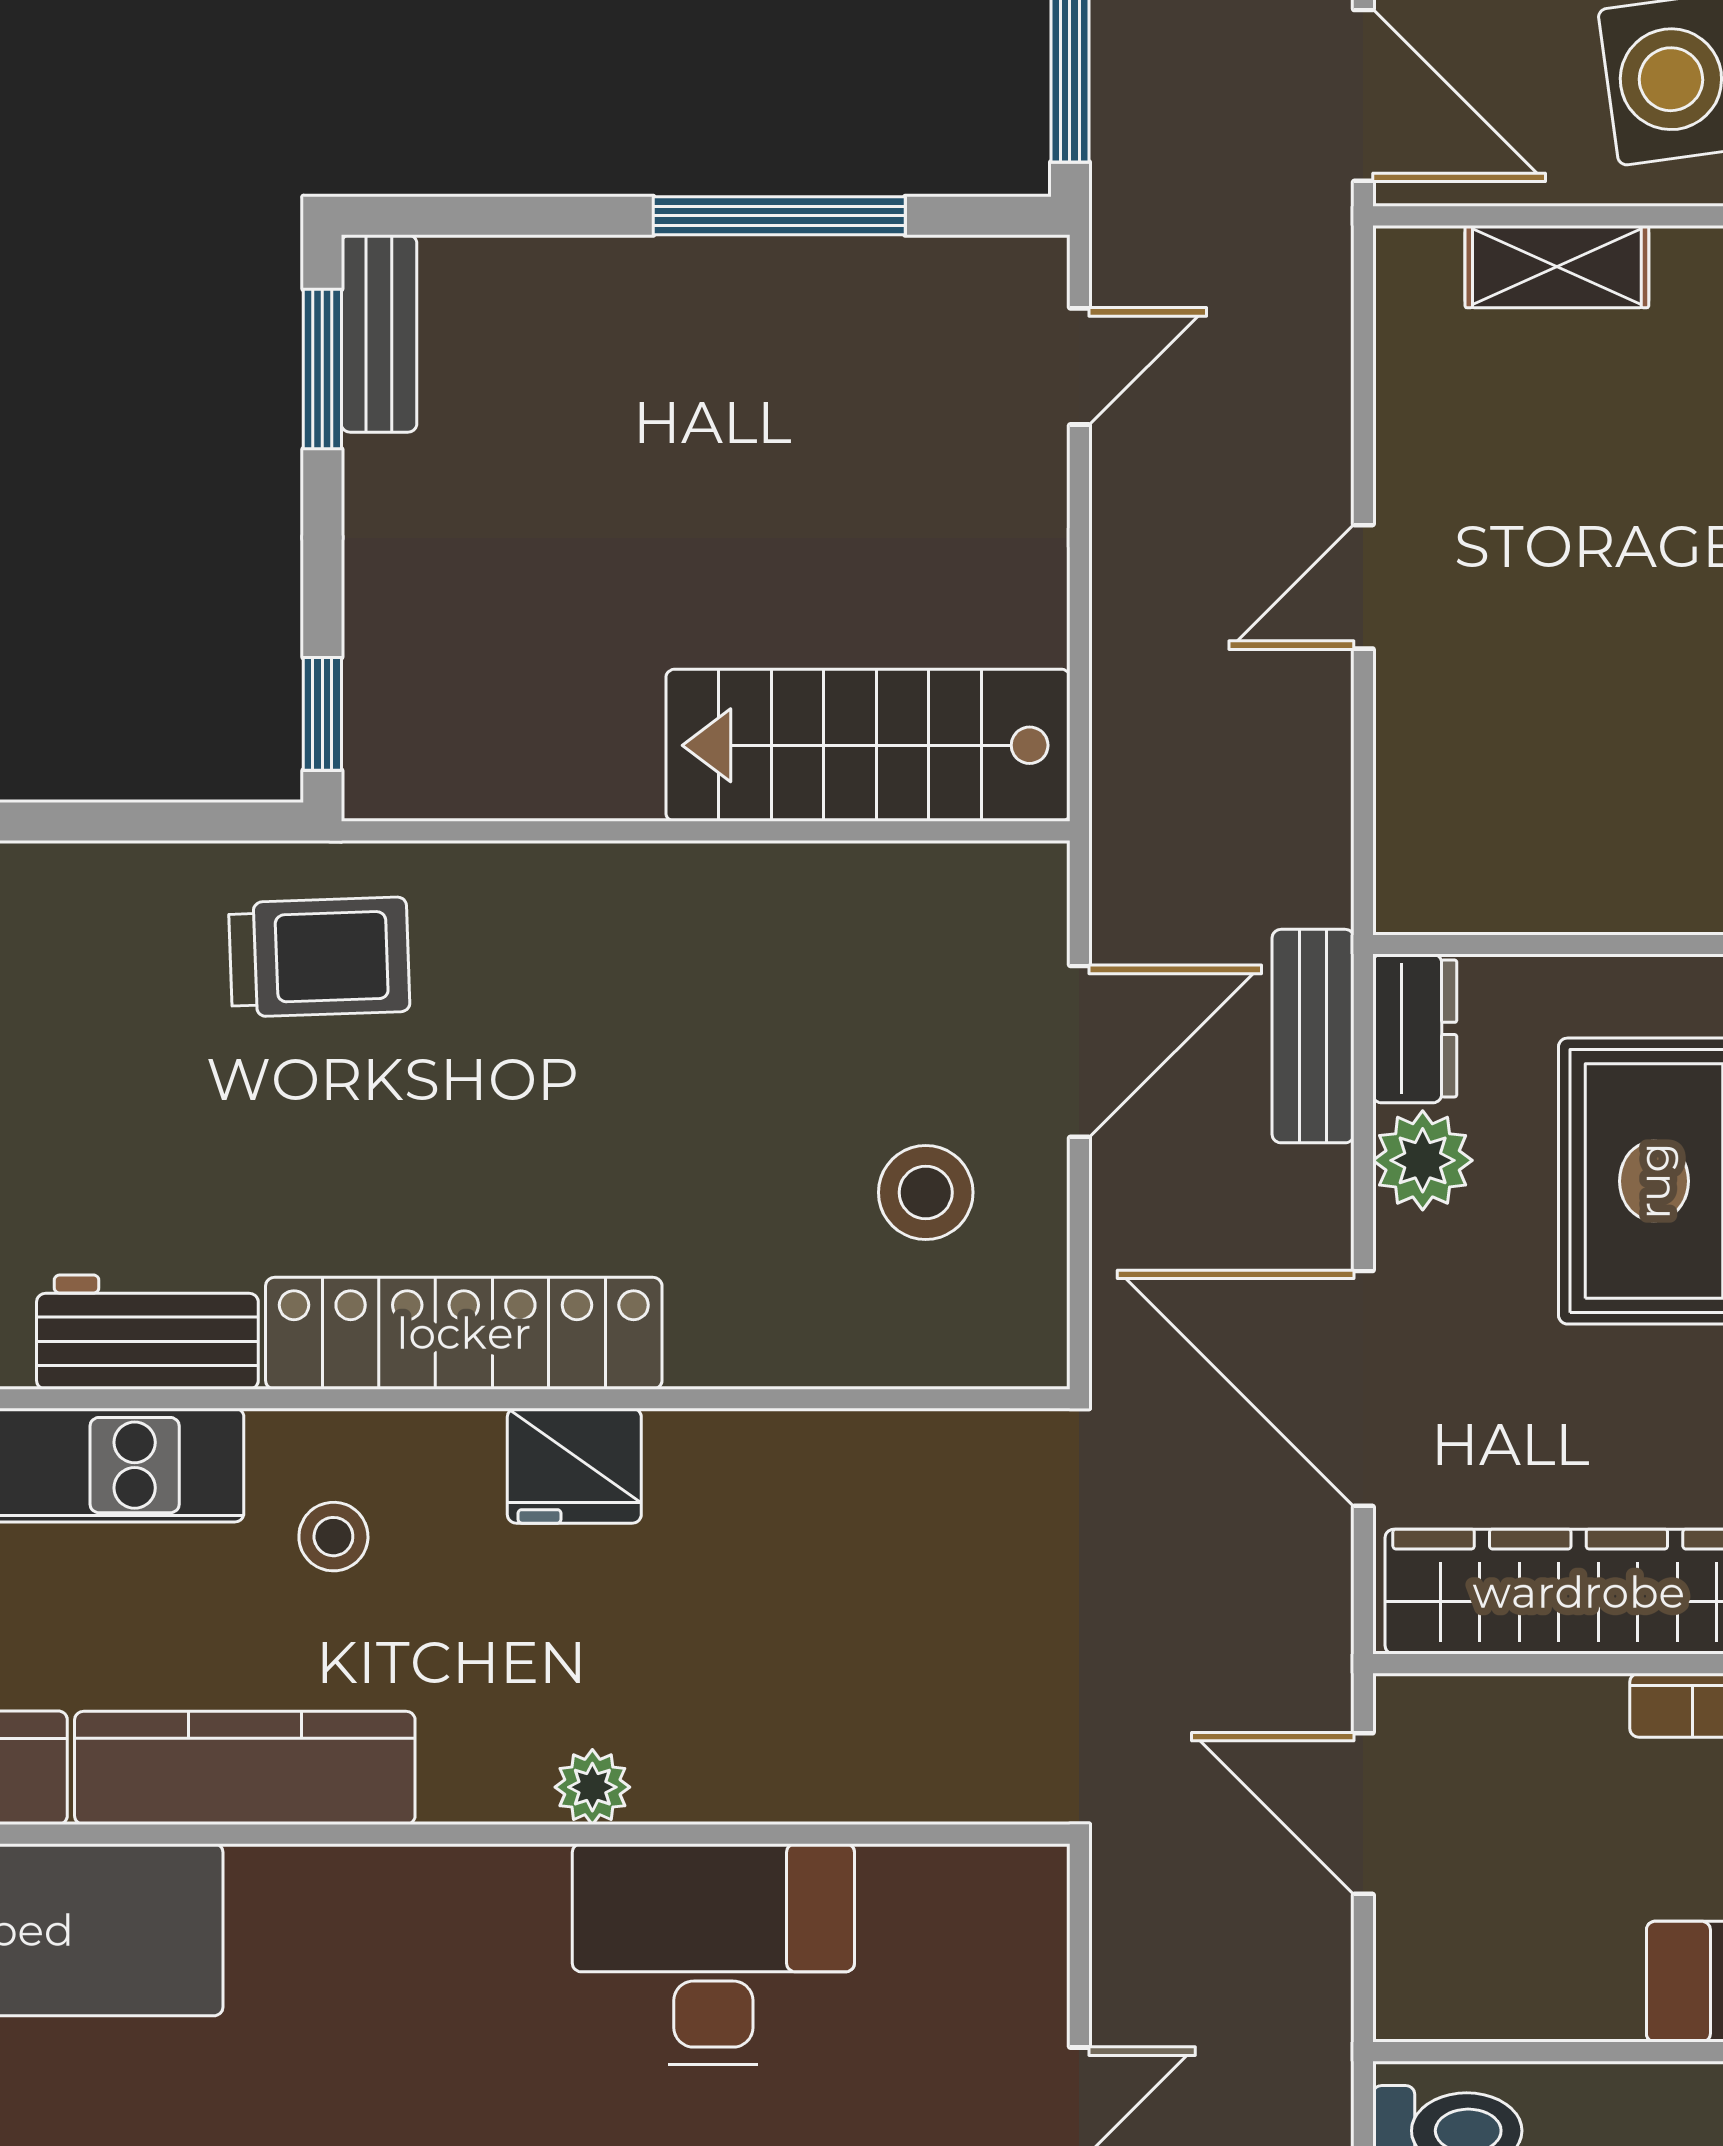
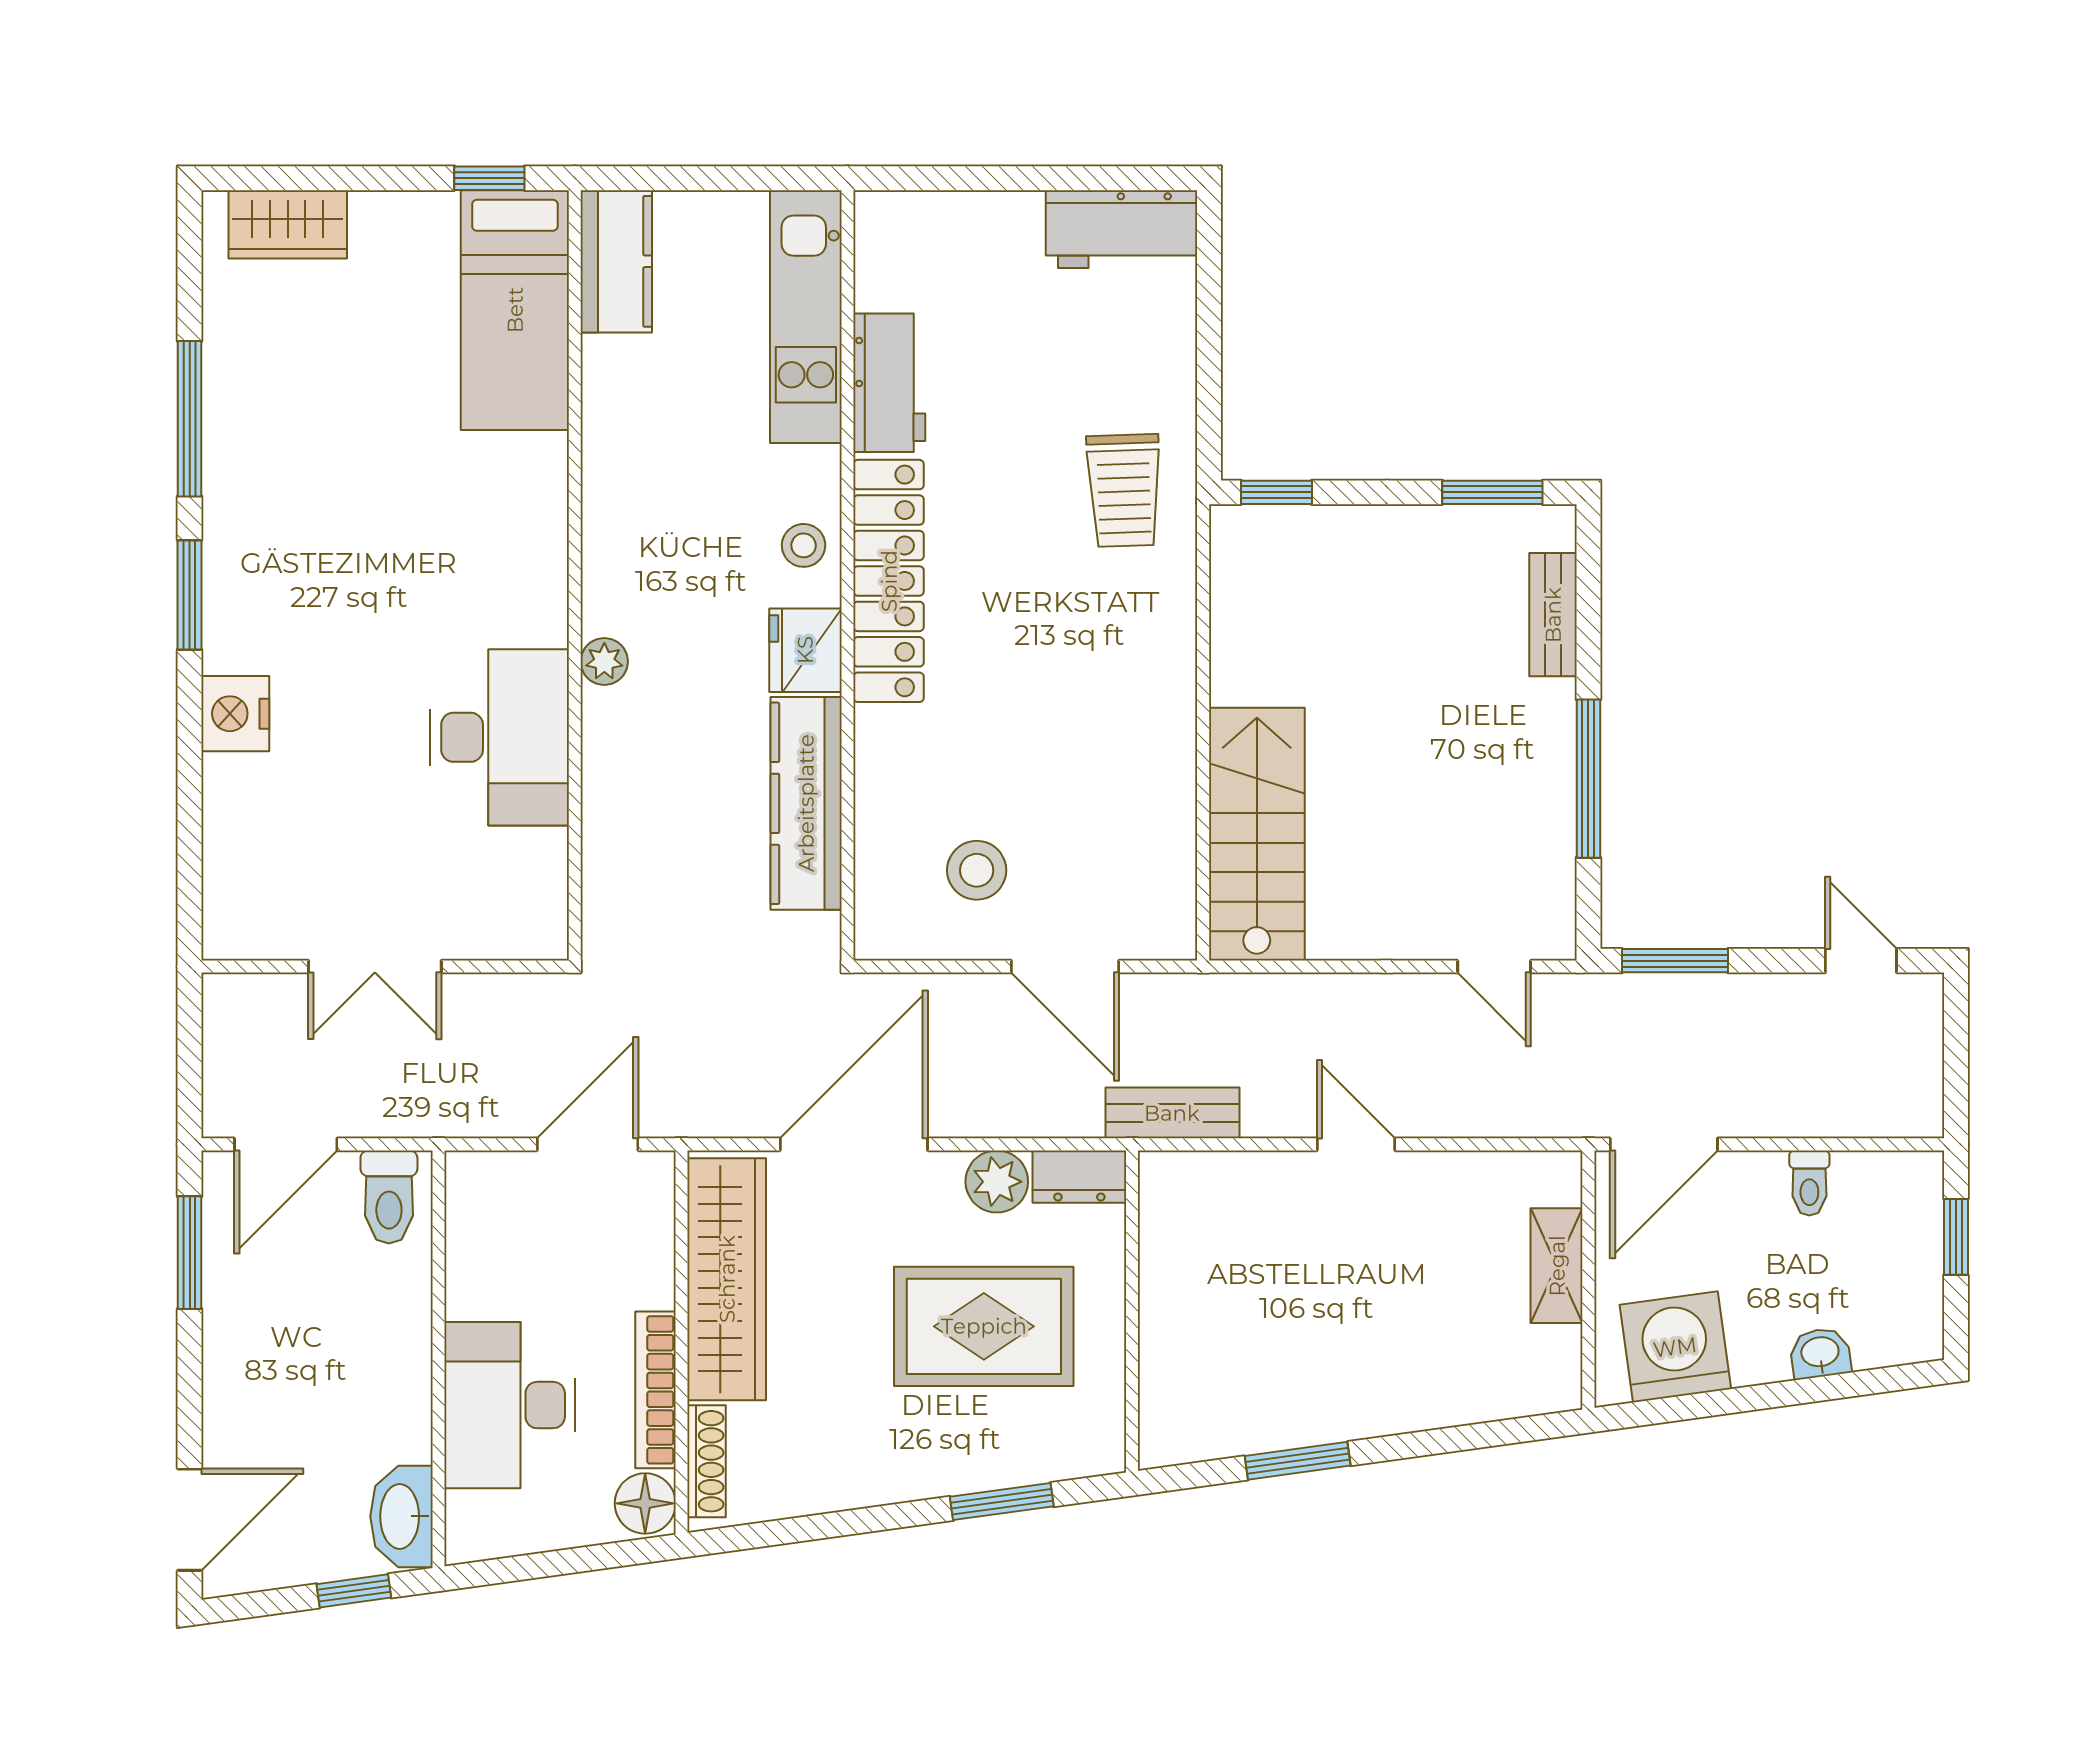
bench: (379, 333) -> (1553, 615), moved, turned 90
bench: (1313, 1036) -> (1172, 1113), moved
stool: (333, 1537) -> (804, 545), moved
kitchen counter: (245, 1768) -> (806, 803), moved, turned 180

